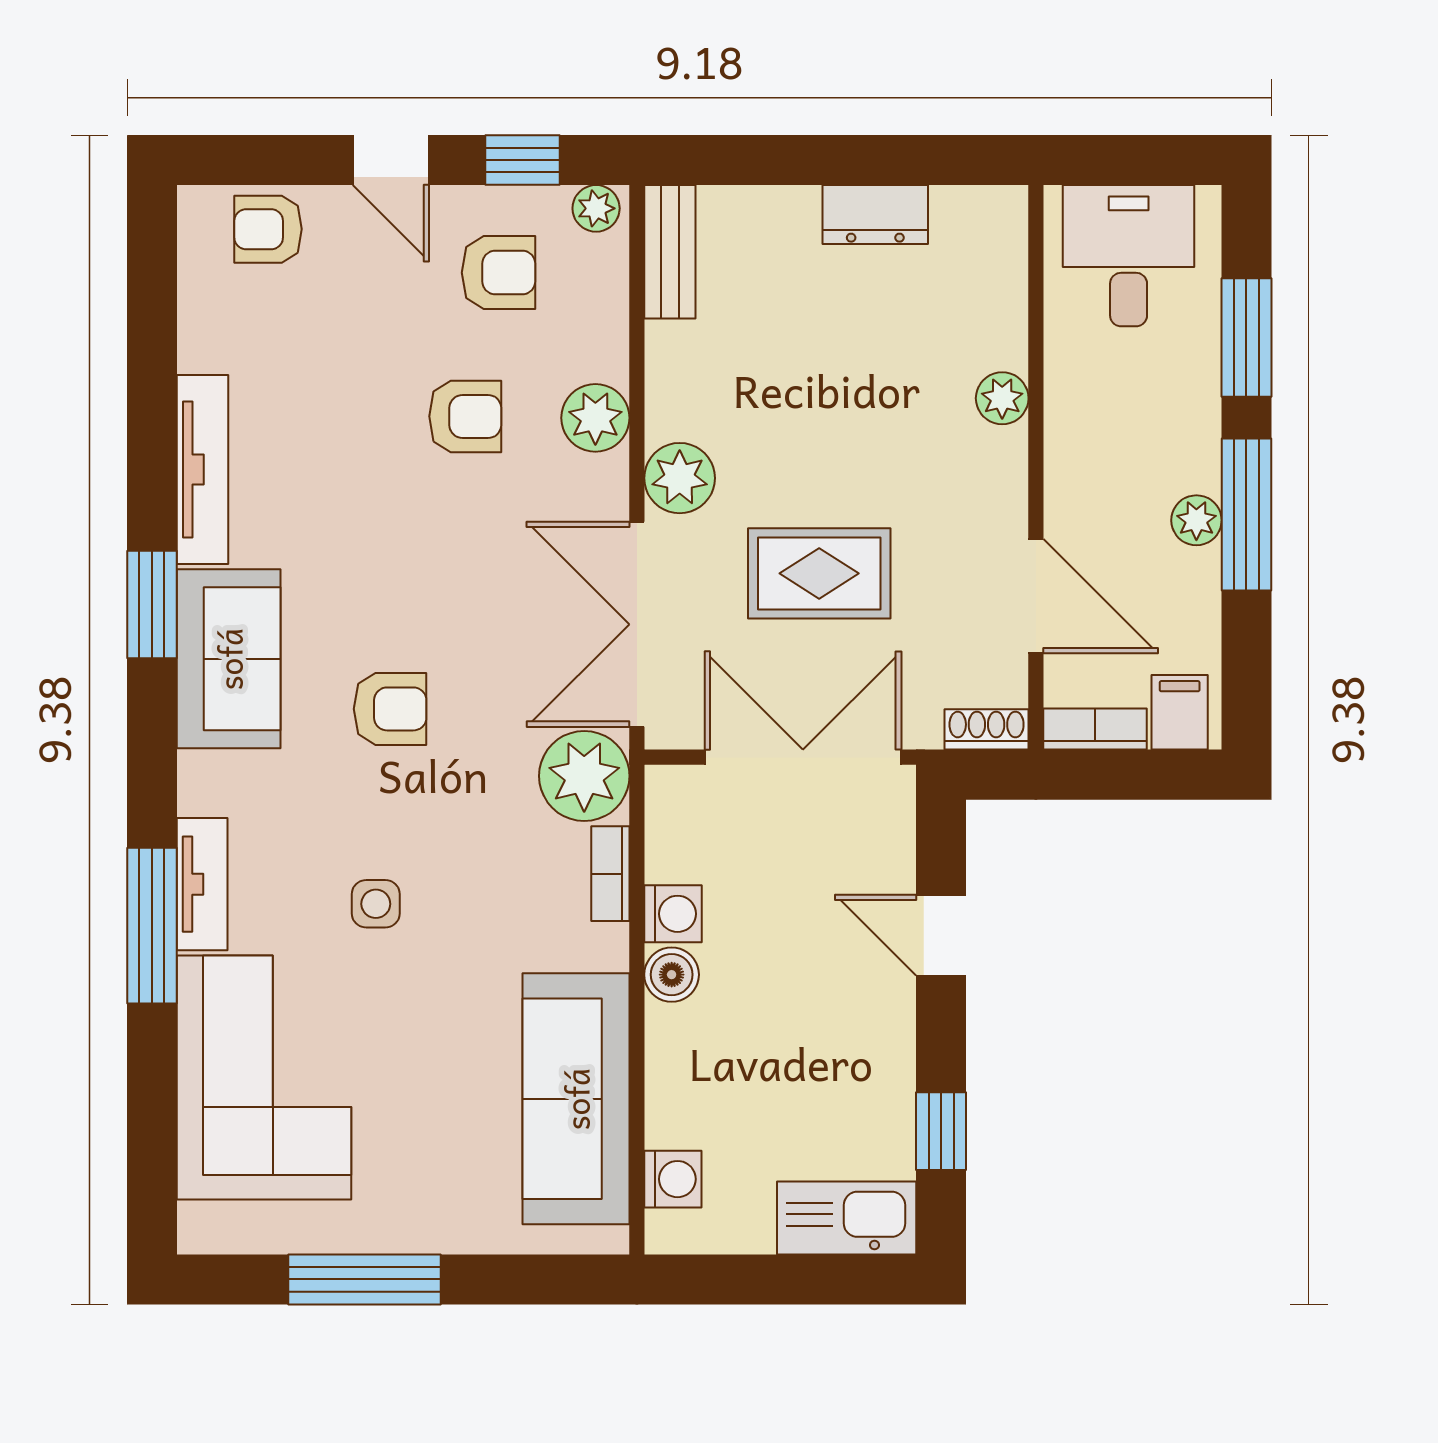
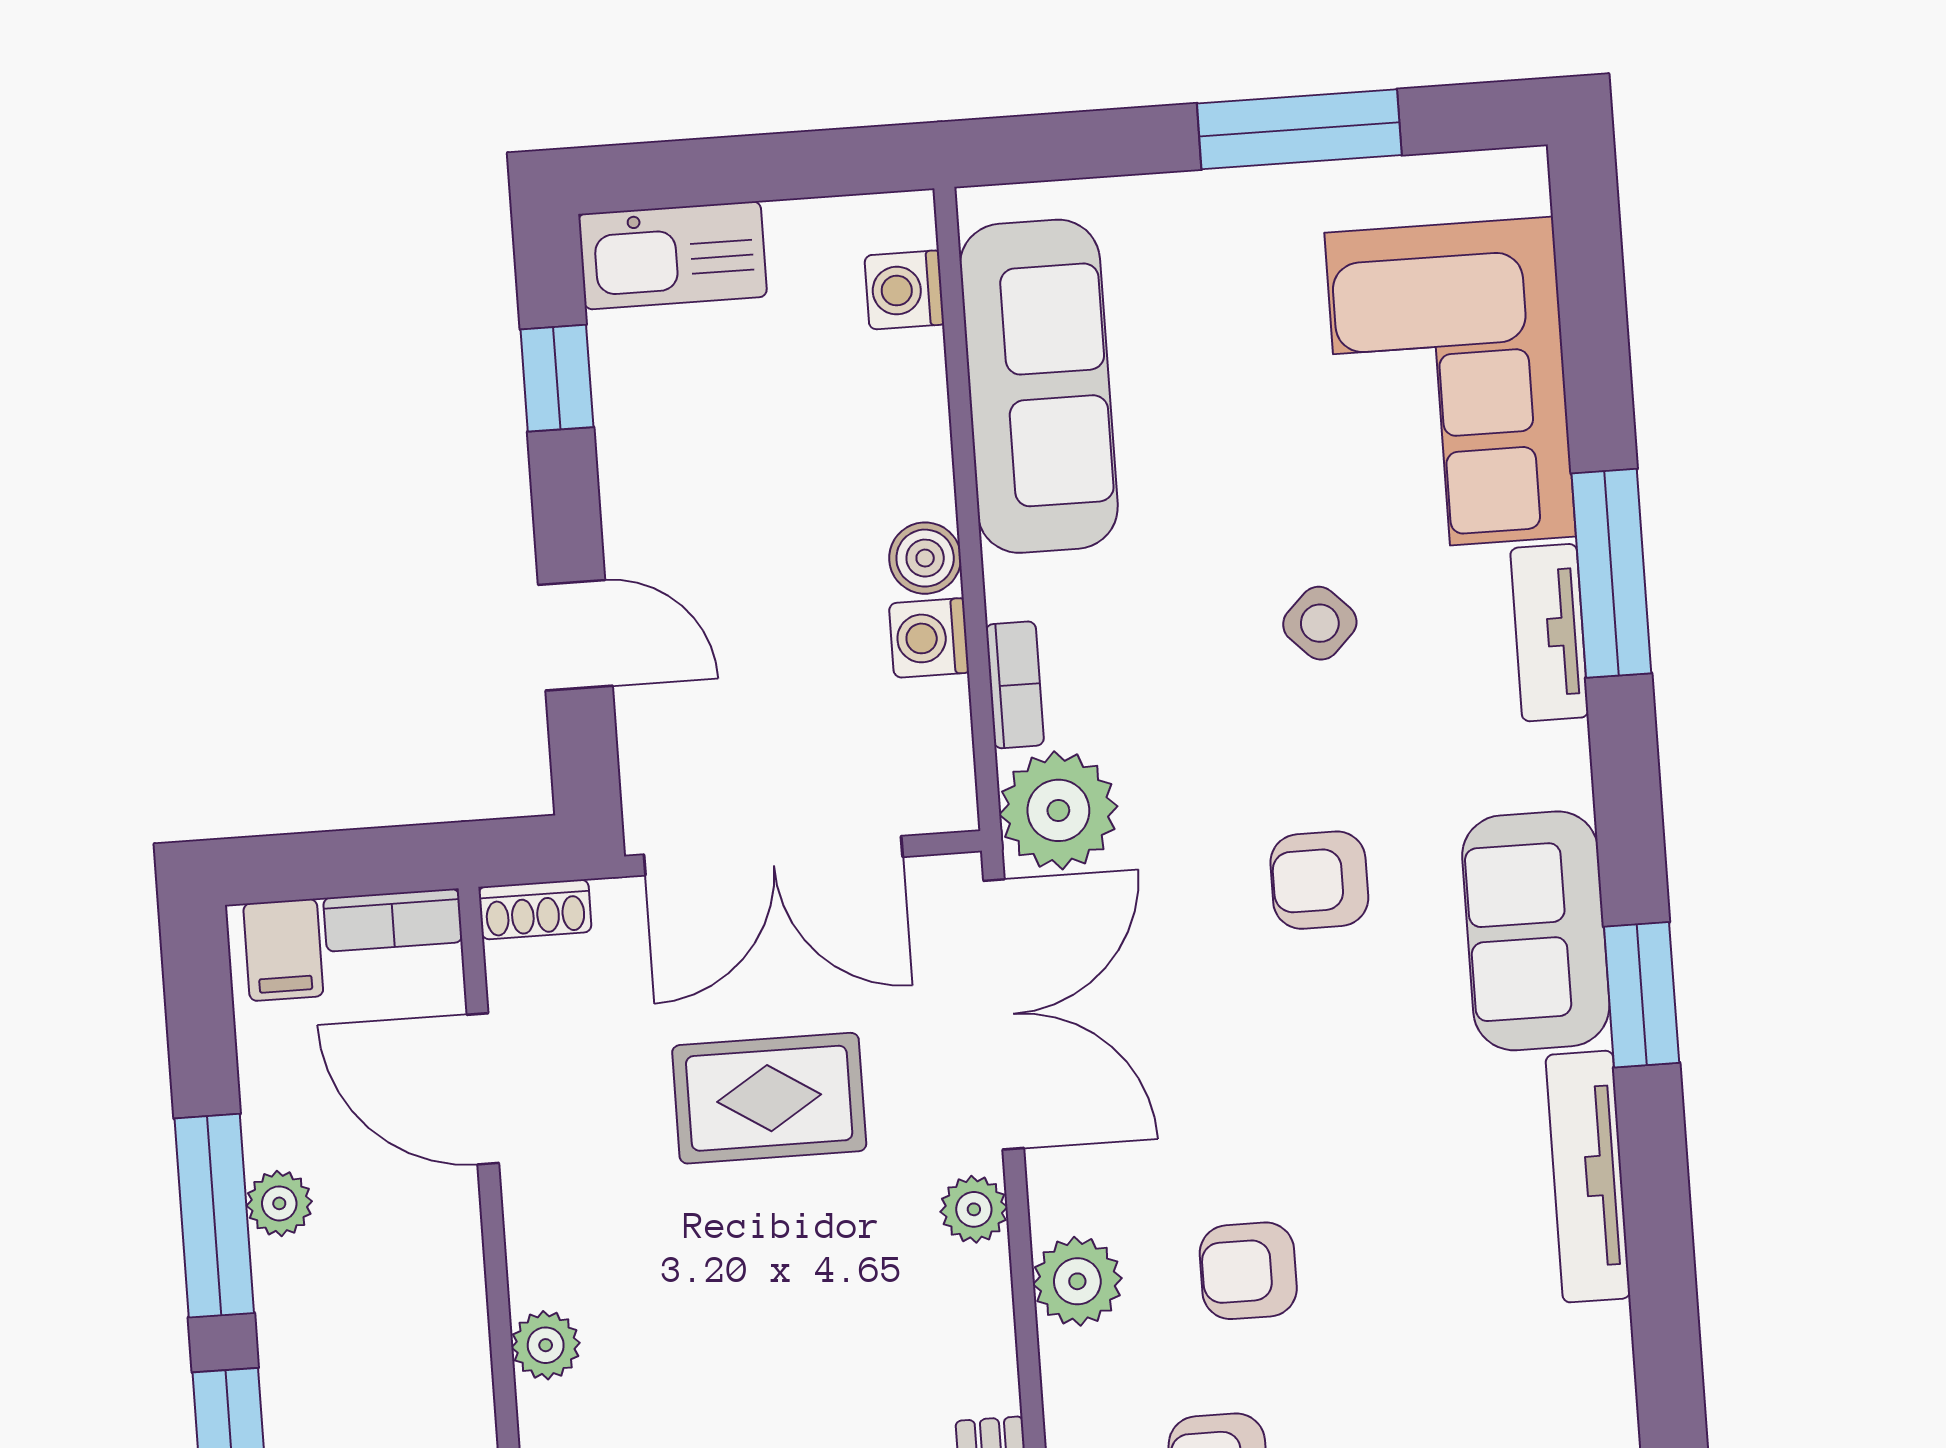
plant: (680, 478) -> (974, 1209), width x0.73, depth x0.73
side table: (376, 904) -> (1320, 623), turned 45

